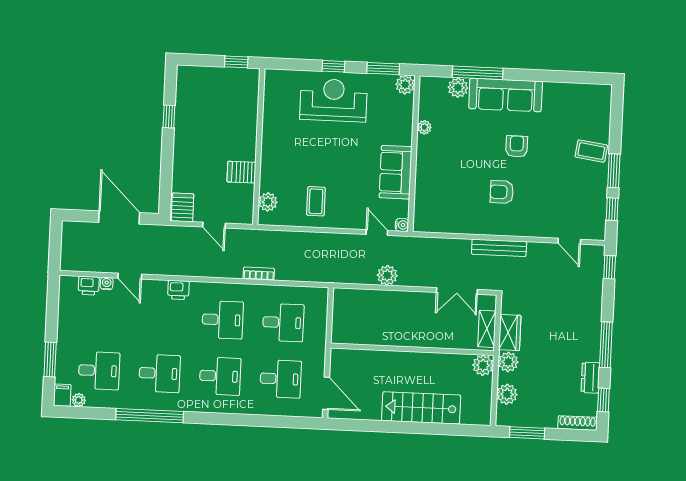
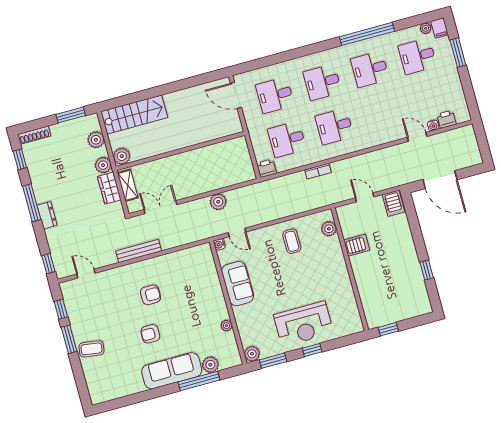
armchair: (517, 146) -> (150, 334), turned 90
printer: (178, 290) -> (267, 168), moved
dresser: (590, 378) -> (47, 215), moved
stairs: (421, 408) -> (134, 115), moved

